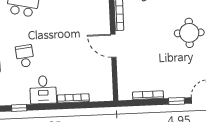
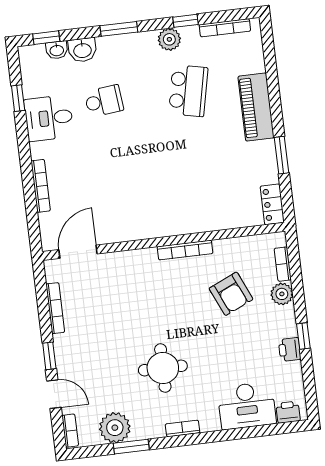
door: (113, 46) -> (78, 252), moved
desk: (43, 90) -> (49, 118), moved

